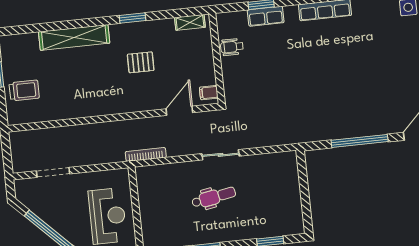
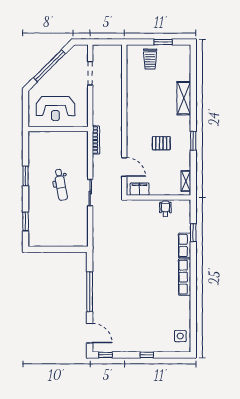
row of seats: (266, 16) -> (185, 245), moved
shelving: (74, 37) -> (184, 98), width x0.68
pallet: (141, 62) -> (161, 143), turned 90
filing cabinet: (209, 93) -> (140, 189), width x2.00

